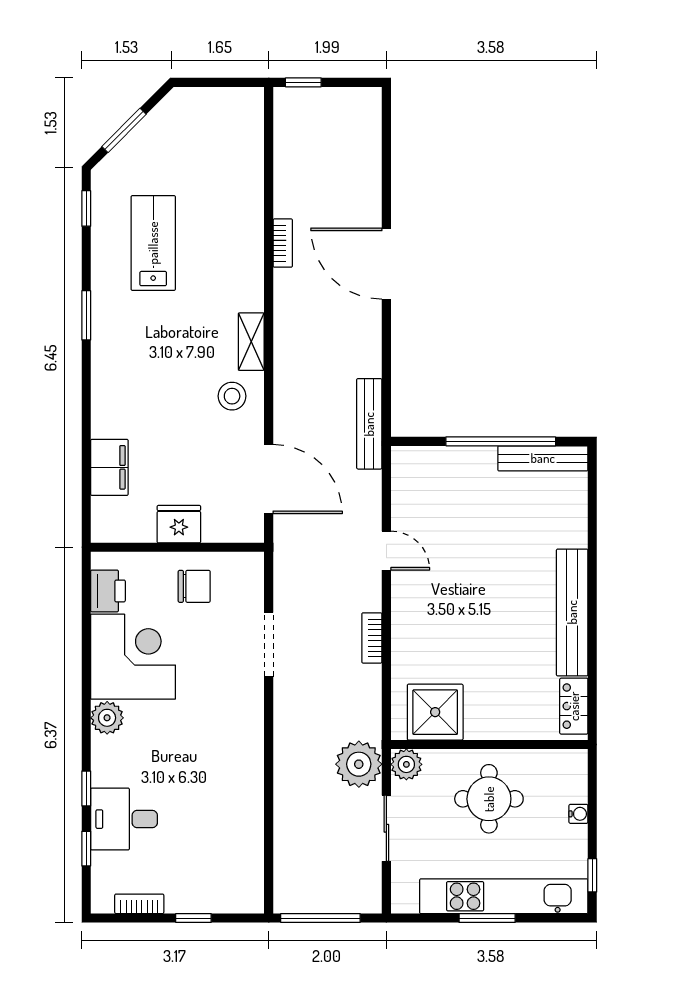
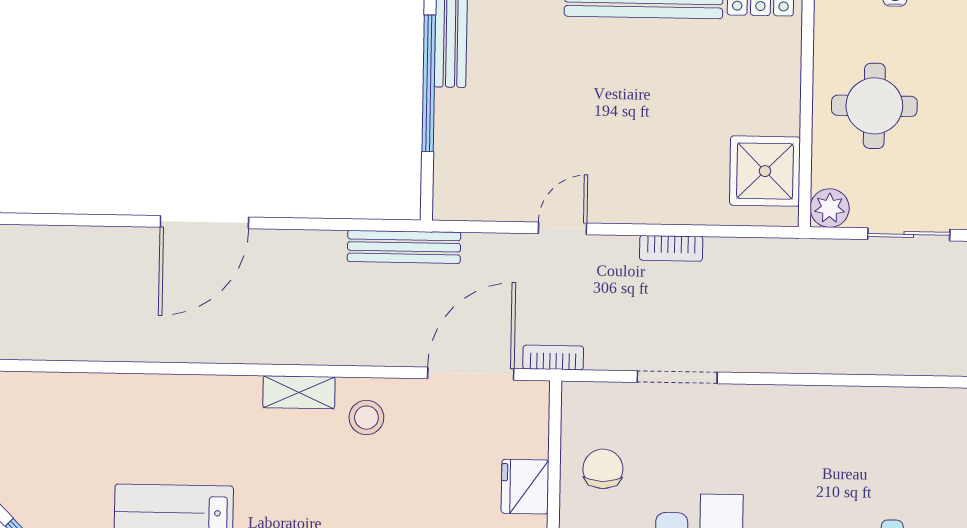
bookcase: (283, 243) -> (553, 358), moved
plant: (359, 764) -> (828, 267), removed

